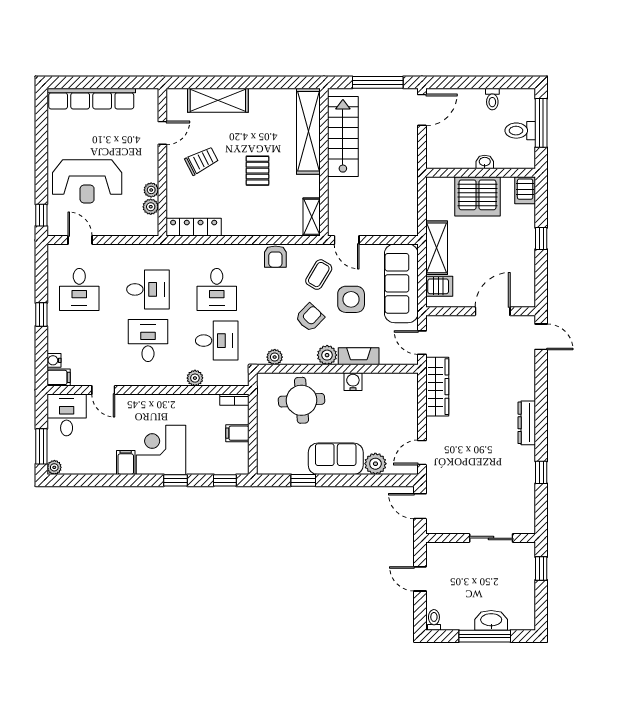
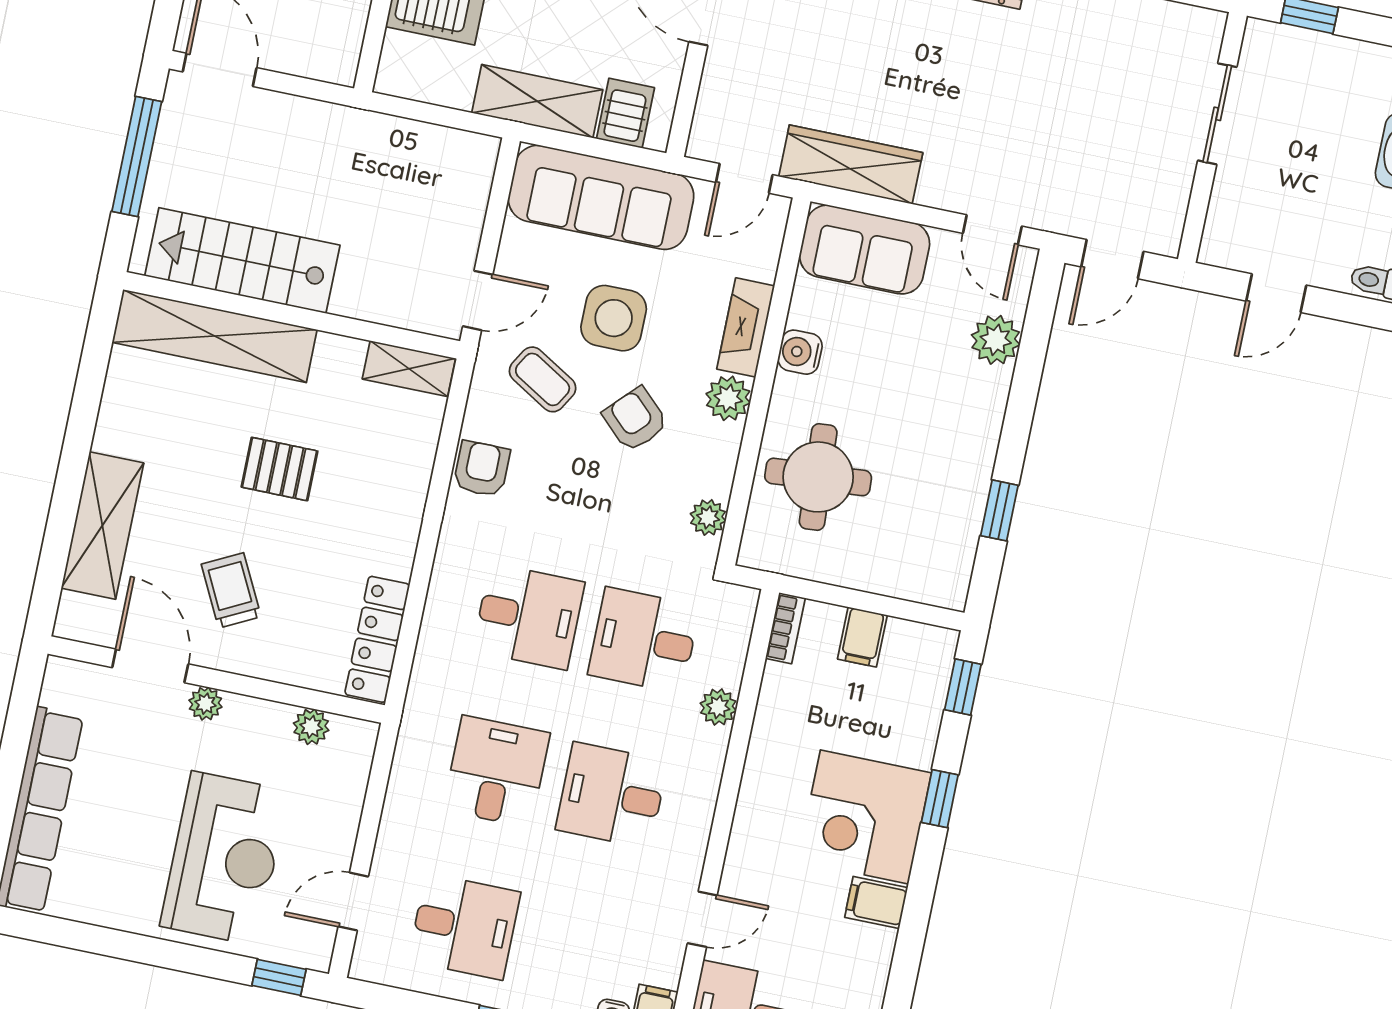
door: (162, 133) -> (150, 666), width x1.38
plant: (151, 190) -> (205, 704), moved
armchair: (275, 257) -> (482, 469), turned -90
desk: (217, 341) -> (644, 640), turned -90
sofa: (336, 459) -> (865, 250), moved, turned -90

